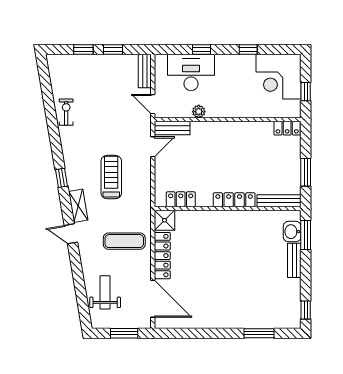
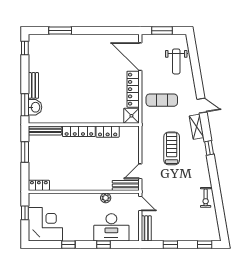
window: (83, 50) -> (205, 245), moved
treadmill: (111, 177) -> (172, 148), turned 180
locker: (181, 199) -> (108, 132), moved

